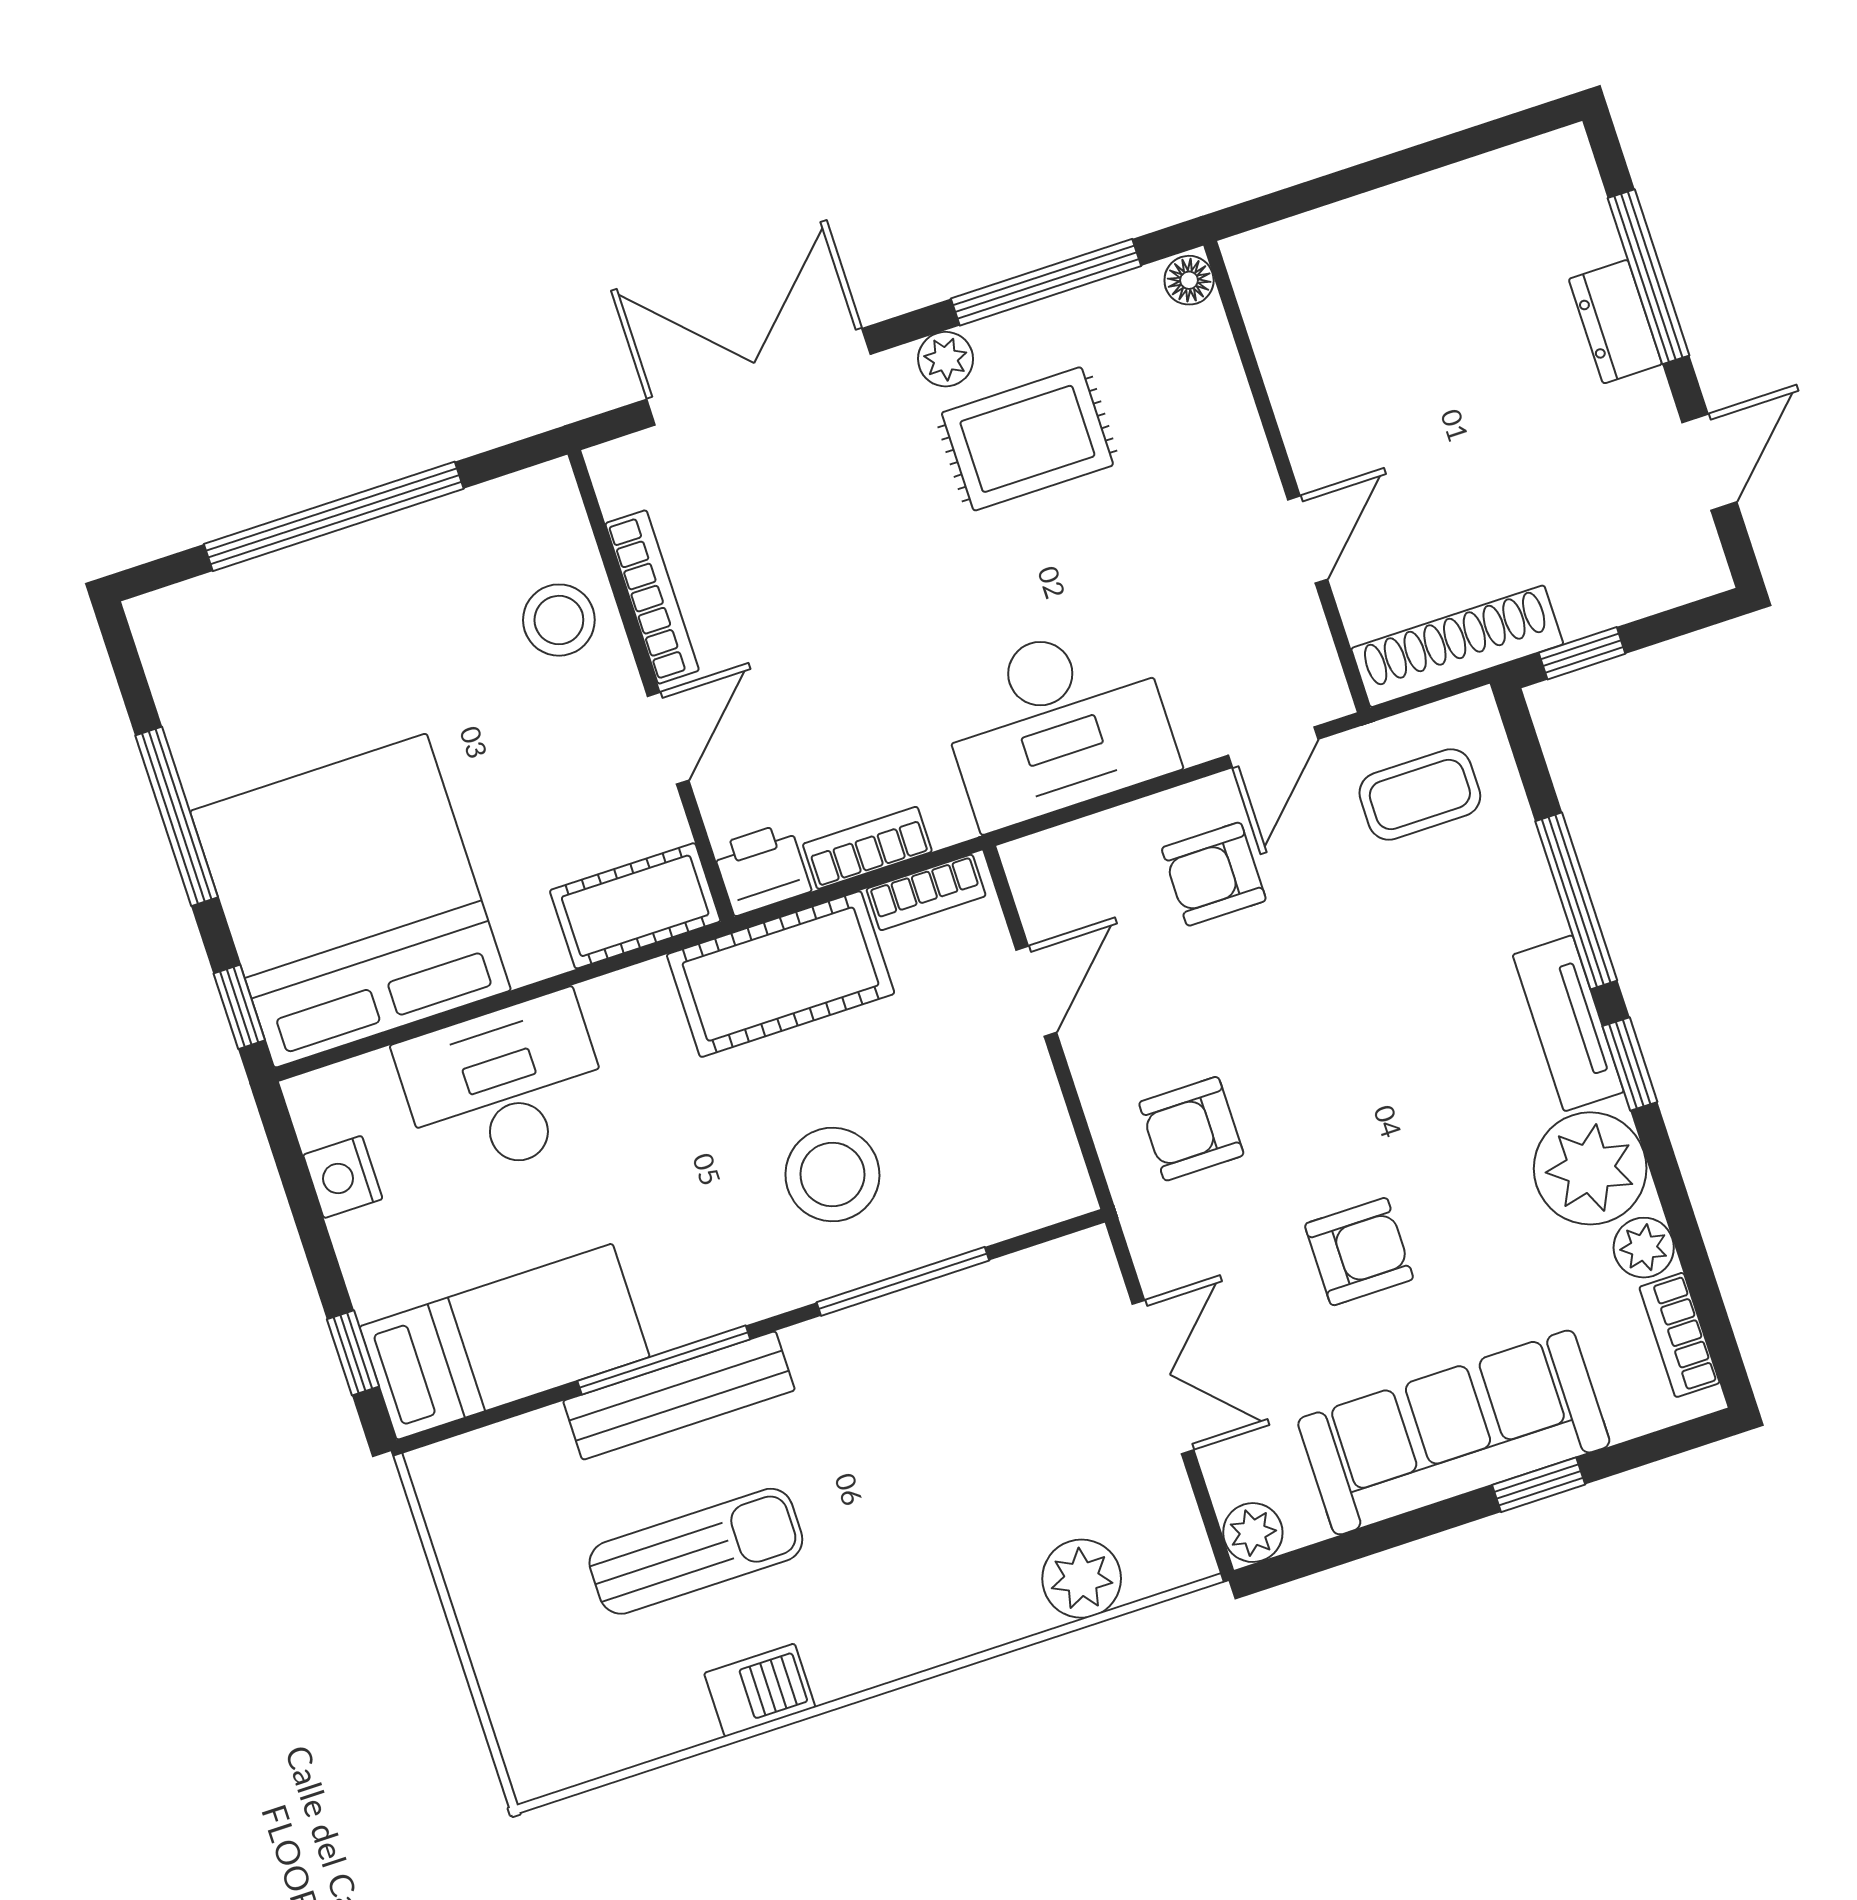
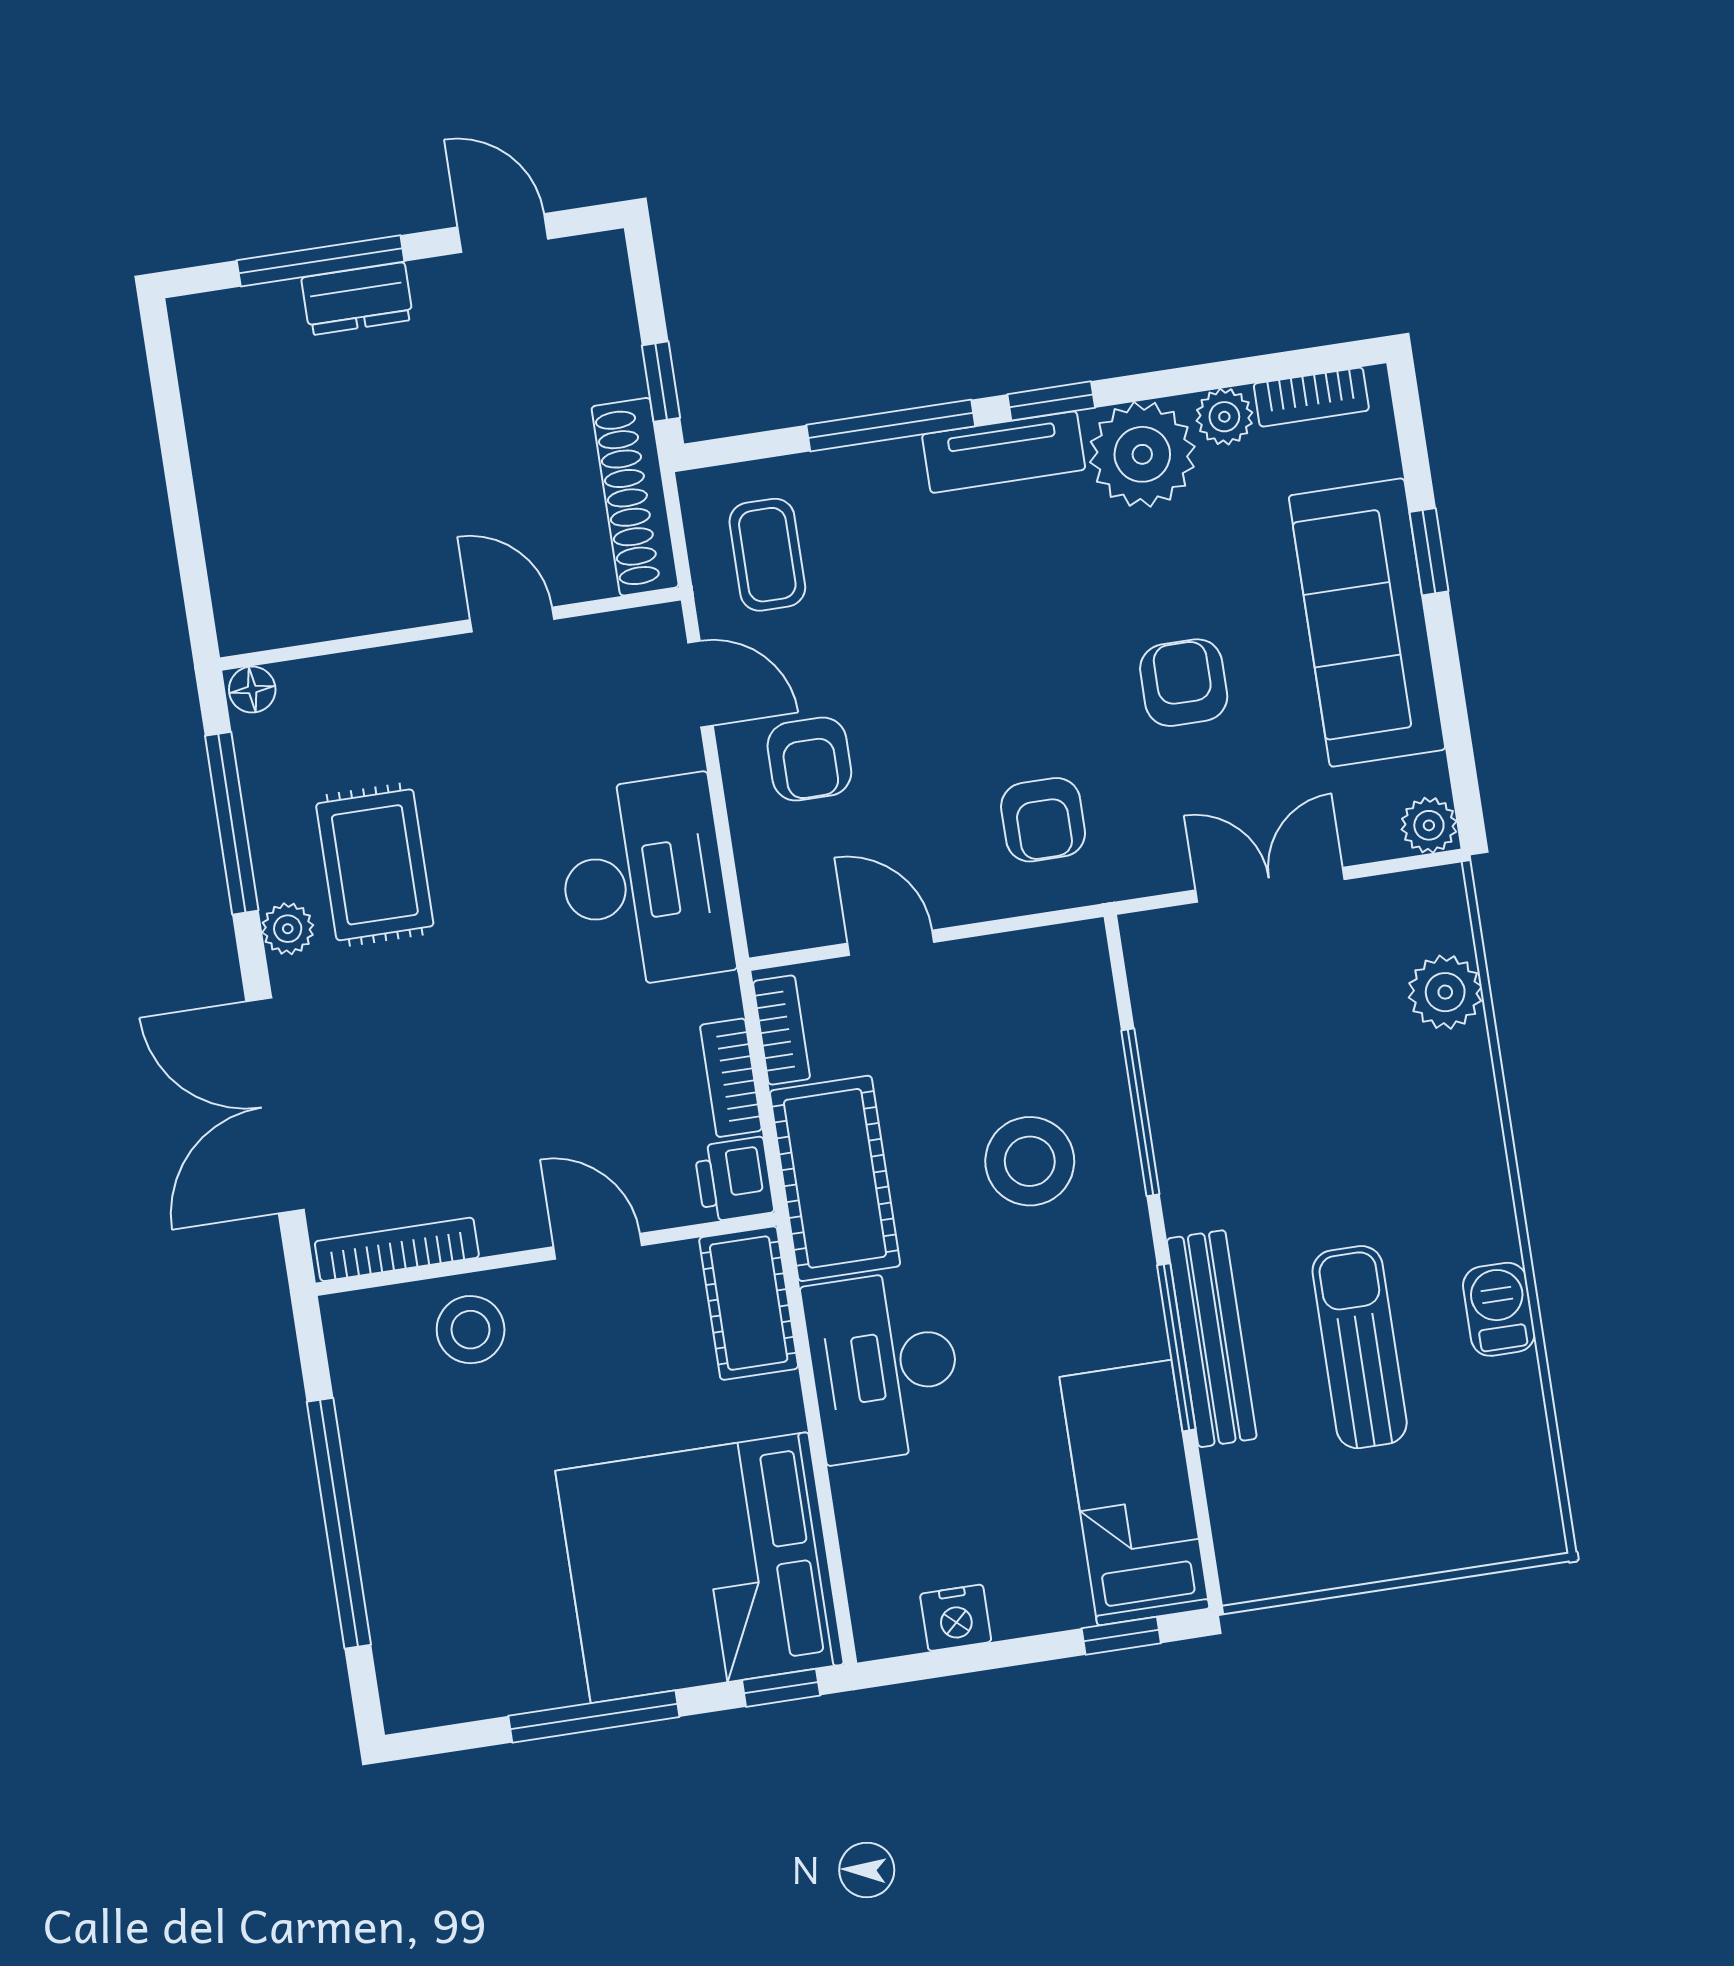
bookcase: (652, 597) -> (397, 1249), moved
desk: (504, 1087) -> (884, 1366), moved

